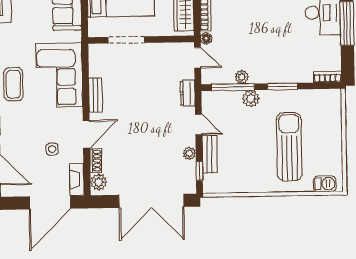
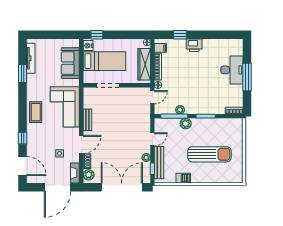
door: (198, 58) -> (152, 97), hinge flipped
dresser: (188, 93) -> (146, 119), removed
door: (199, 124) -> (152, 139), hinge flipped
sun lounger: (289, 147) -> (209, 154), turned 90
bench: (210, 154) -> (159, 163), width x1.36
barbecue: (325, 184) -> (183, 178), moved
double door: (151, 201) -> (122, 187), swing flipped

